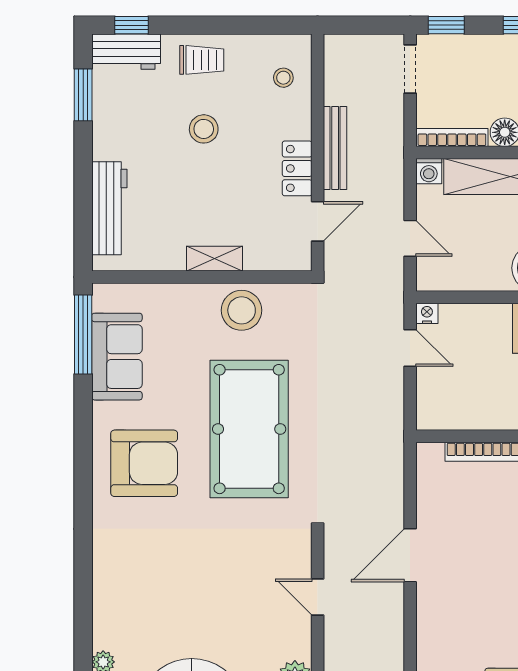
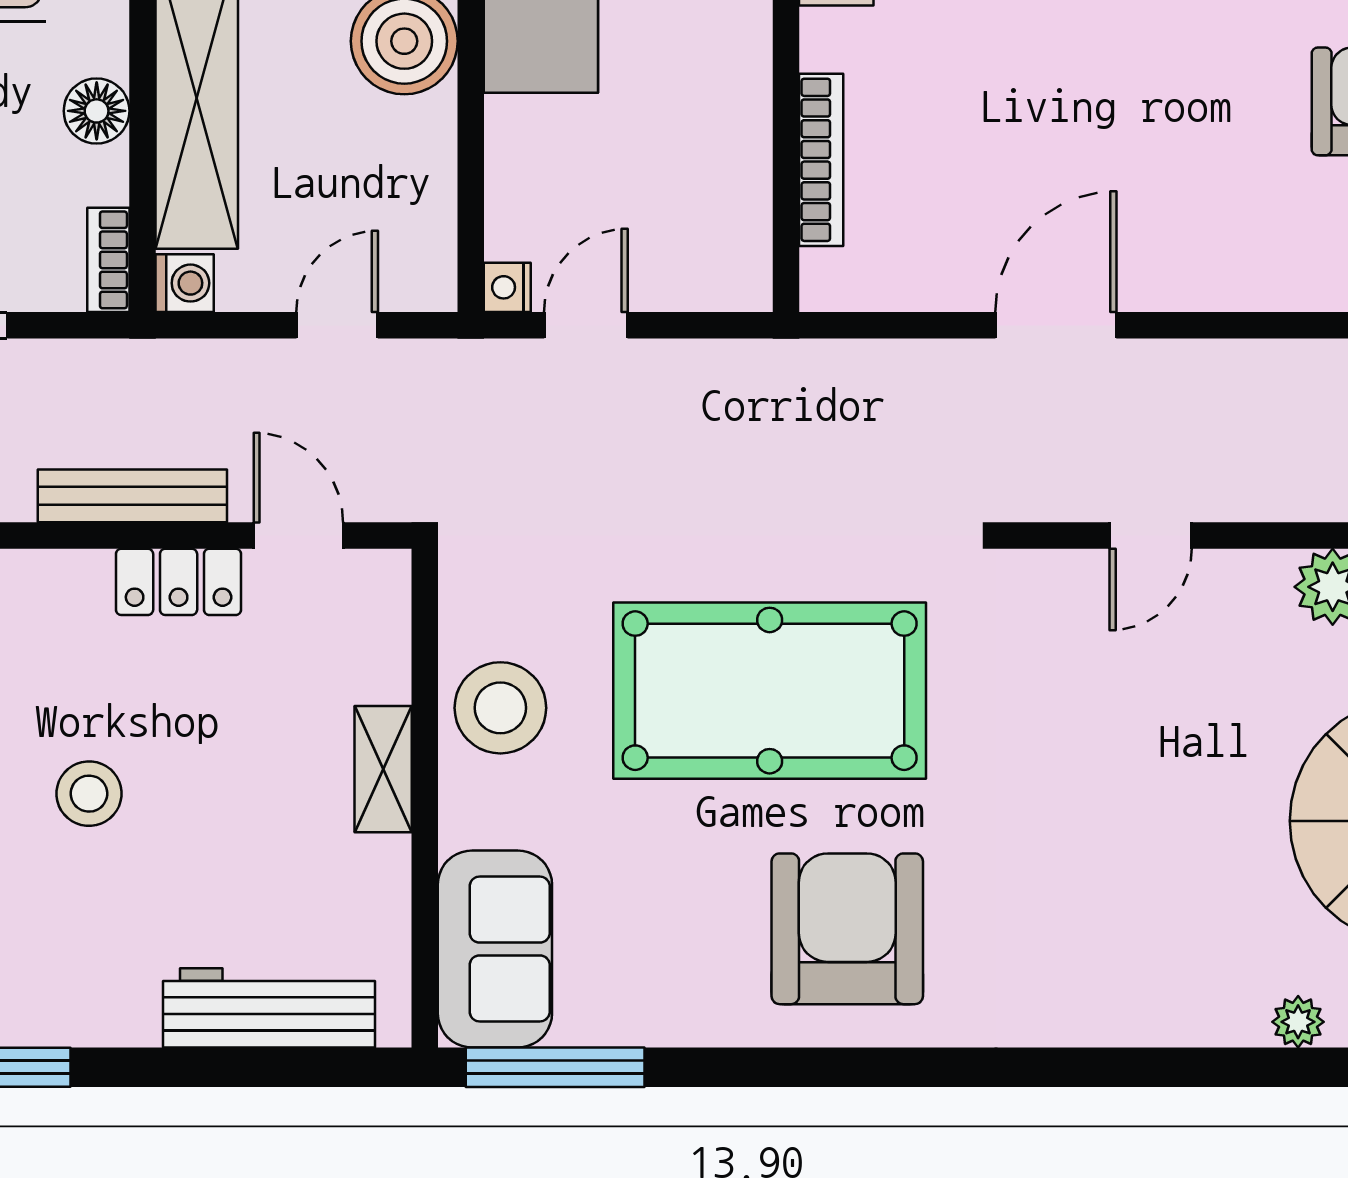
bookcase: (452, 138) -> (108, 260), width x0.64
sofa: (117, 357) -> (495, 949), moved, turned 90
door: (410, 555) -> (1056, 325), swing flipped

